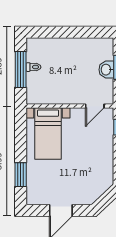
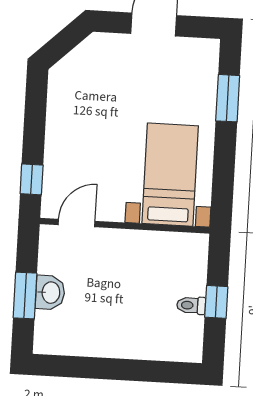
window: (21, 70) -> (216, 302), width x0.46

